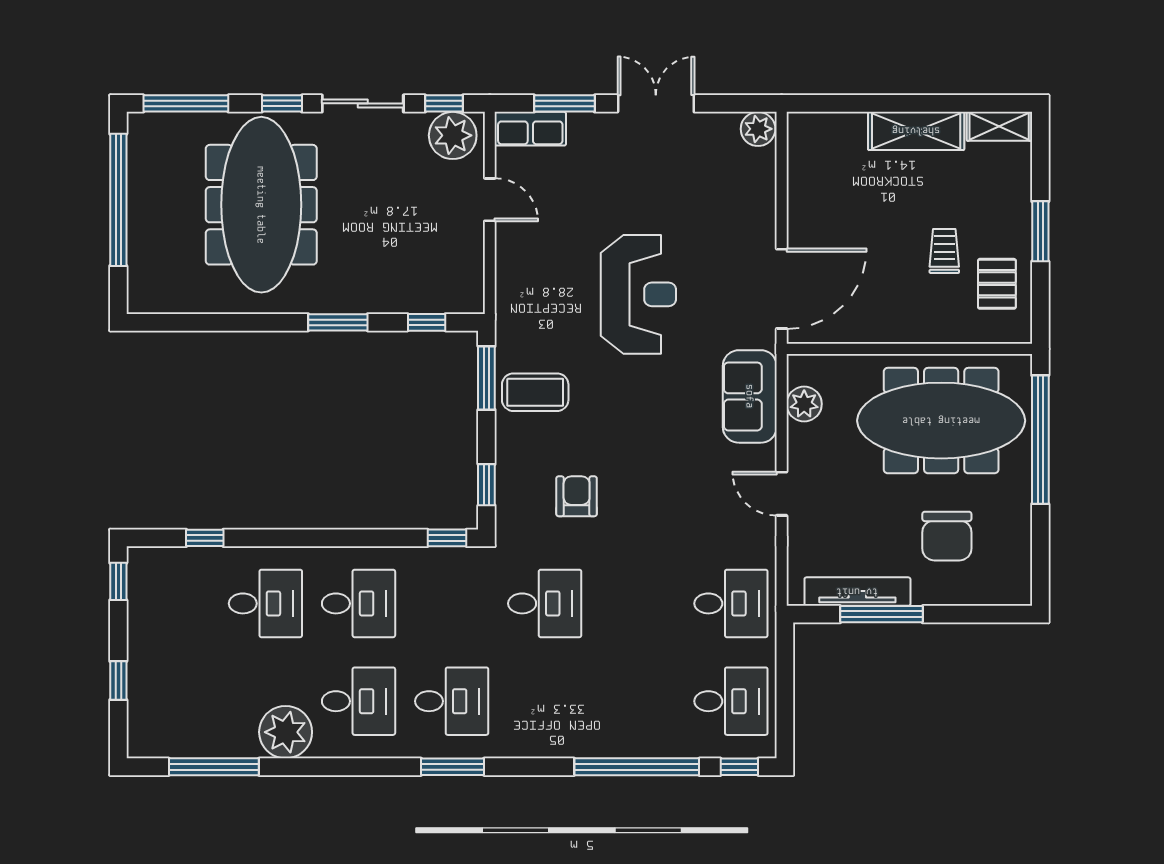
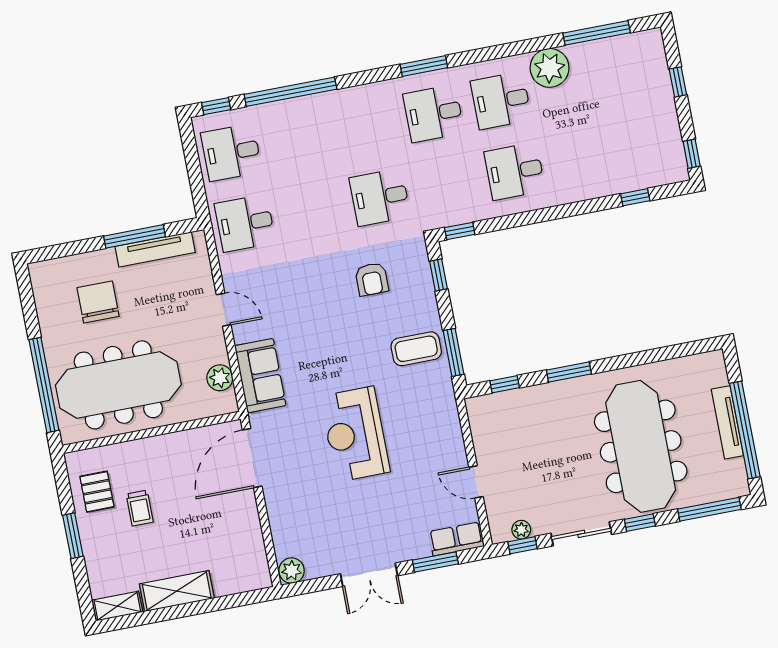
plant: (453, 135) -> (521, 530), width x0.53, depth x0.53
tv unit: (140, 214) -> (727, 422), added
desk: (265, 603) -> (582, 158), removed

